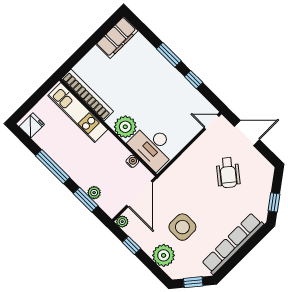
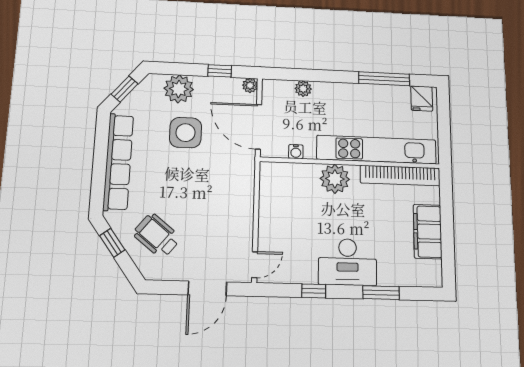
filing cabinet: (117, 37) -> (428, 232), moved
window: (169, 55) -> (381, 293), moved
kitchen unit: (78, 113) -> (377, 150), width x1.36
desk: (153, 147) -> (348, 262), moved, turned 180
window: (53, 167) -> (384, 79), moved
wheelchair: (228, 173) -> (157, 236), moved
window: (86, 200) -> (305, 75), removed

